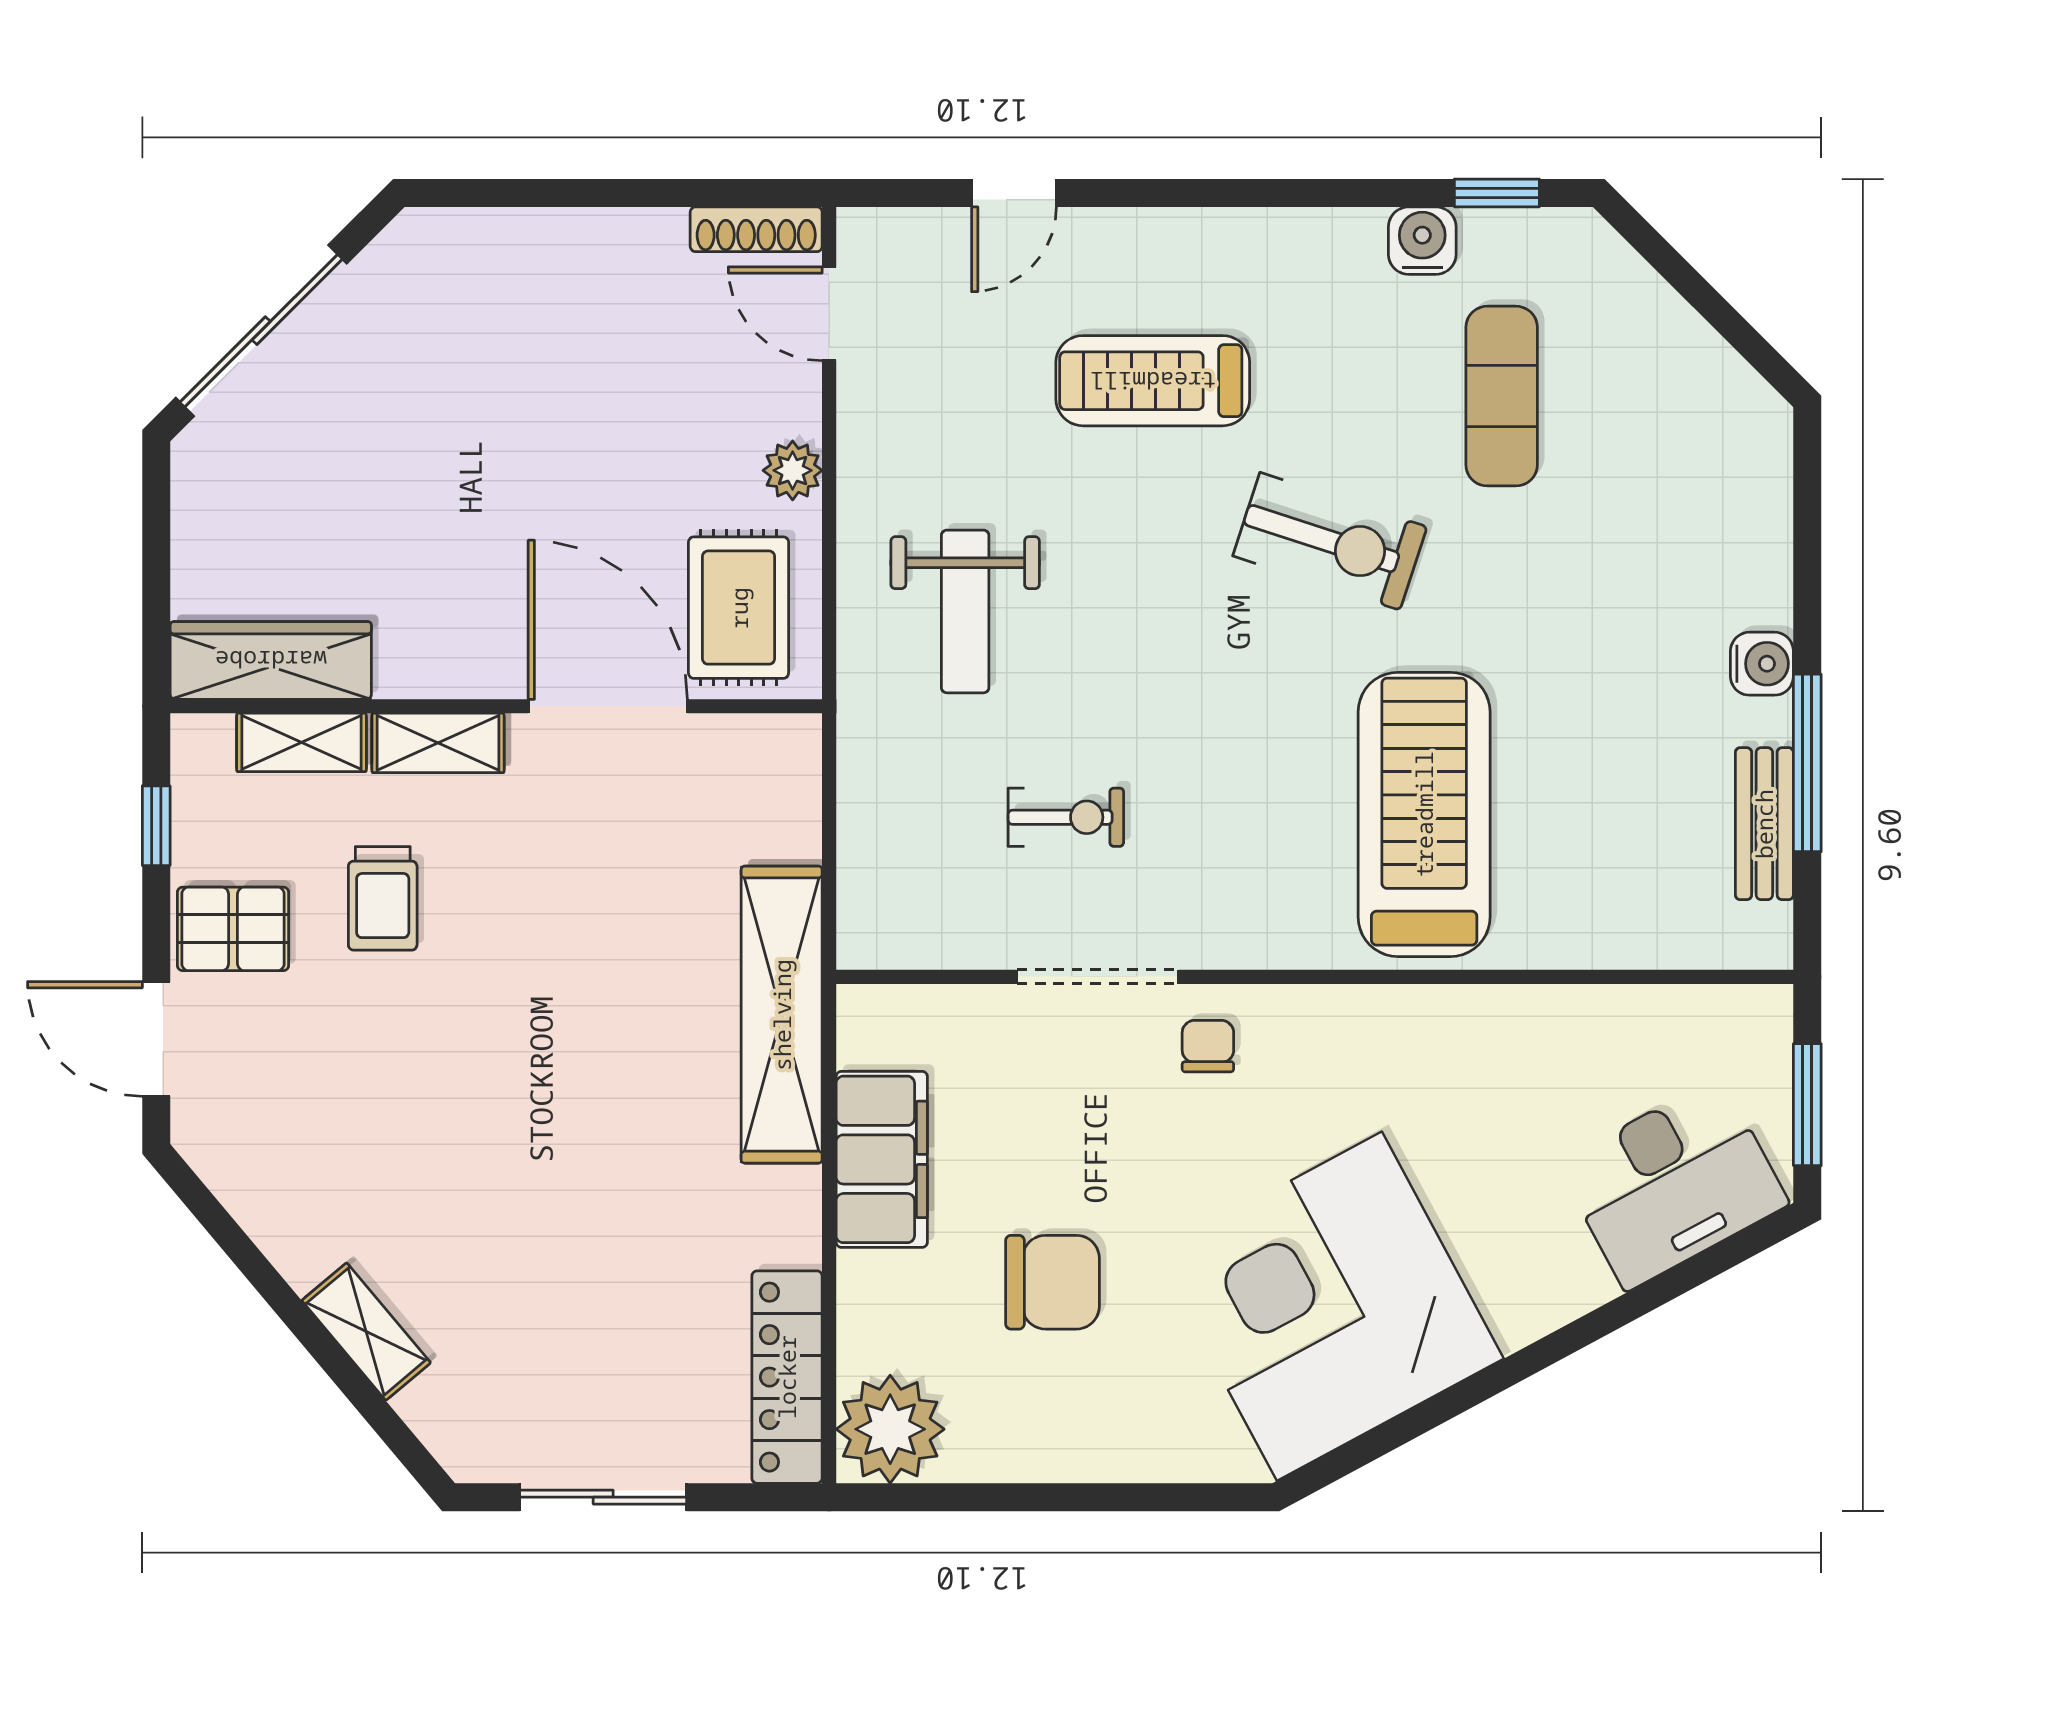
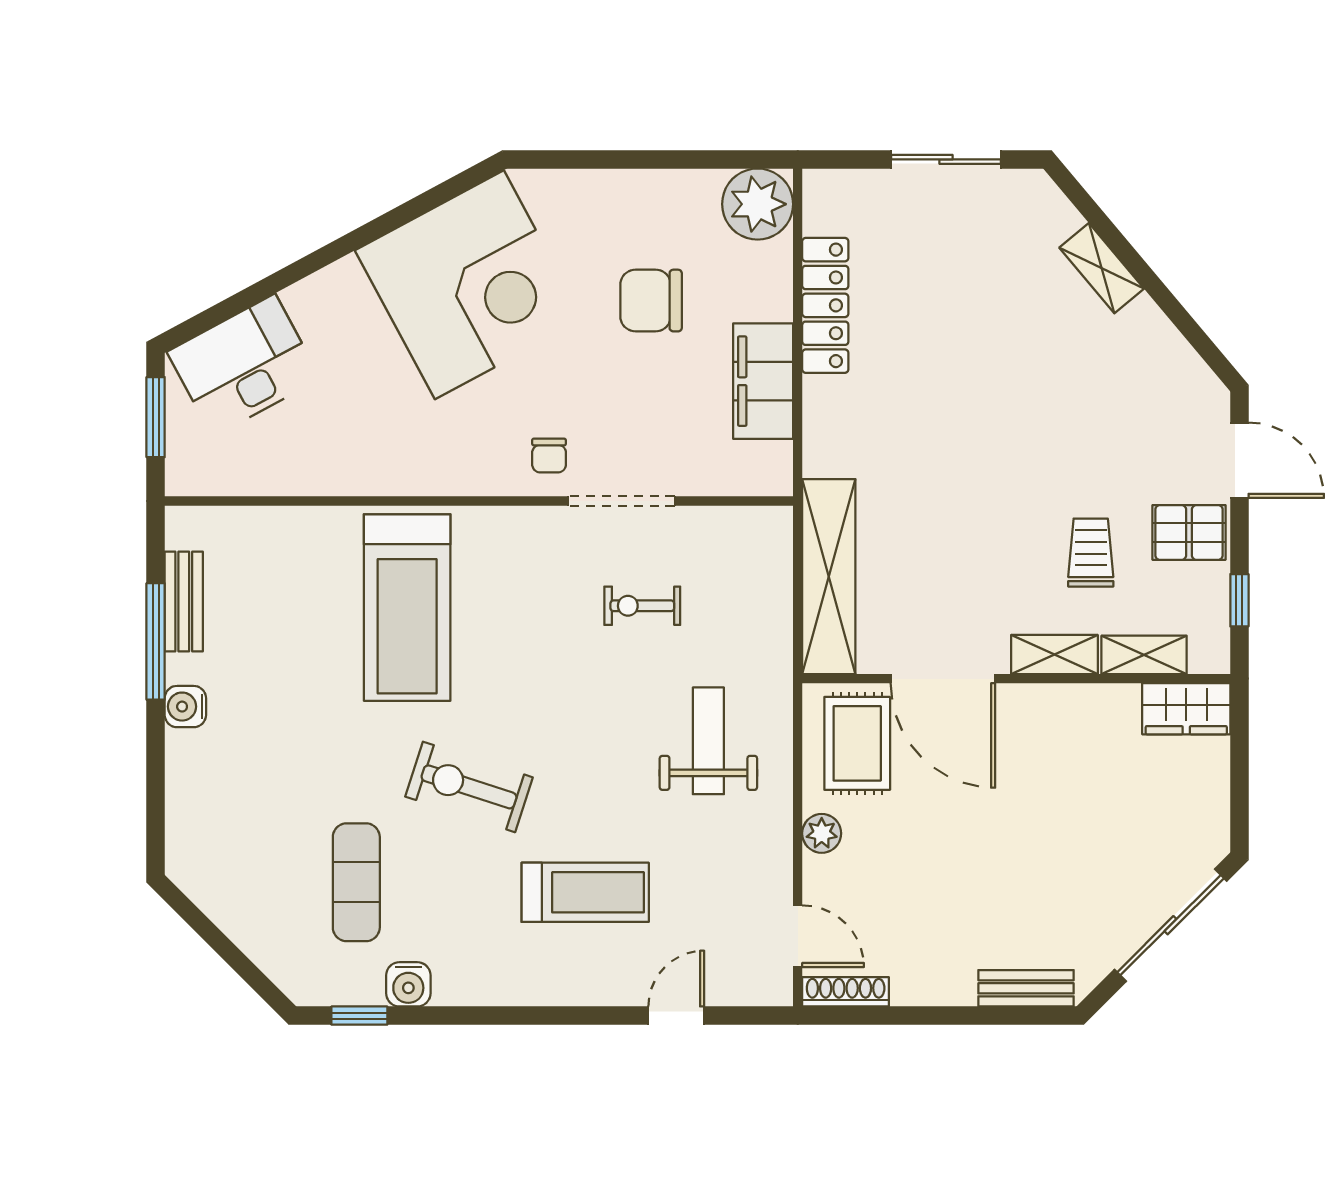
bench: (481, 235) -> (1026, 988), added
wardrobe: (271, 660) -> (1186, 709), width x0.67
shelving: (782, 1015) -> (829, 577), moved
locker: (787, 1377) -> (825, 305), moved

